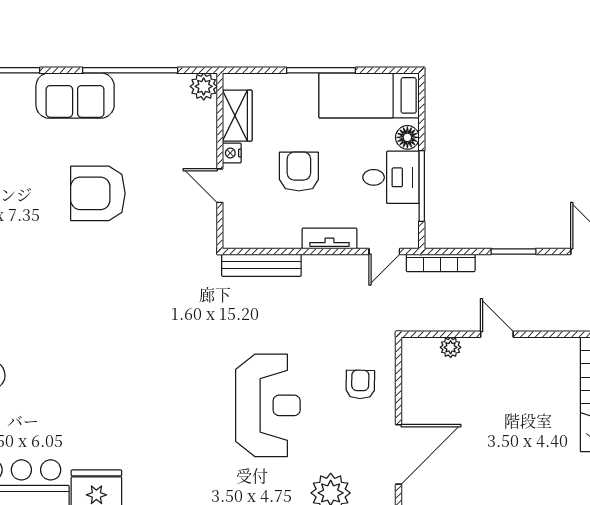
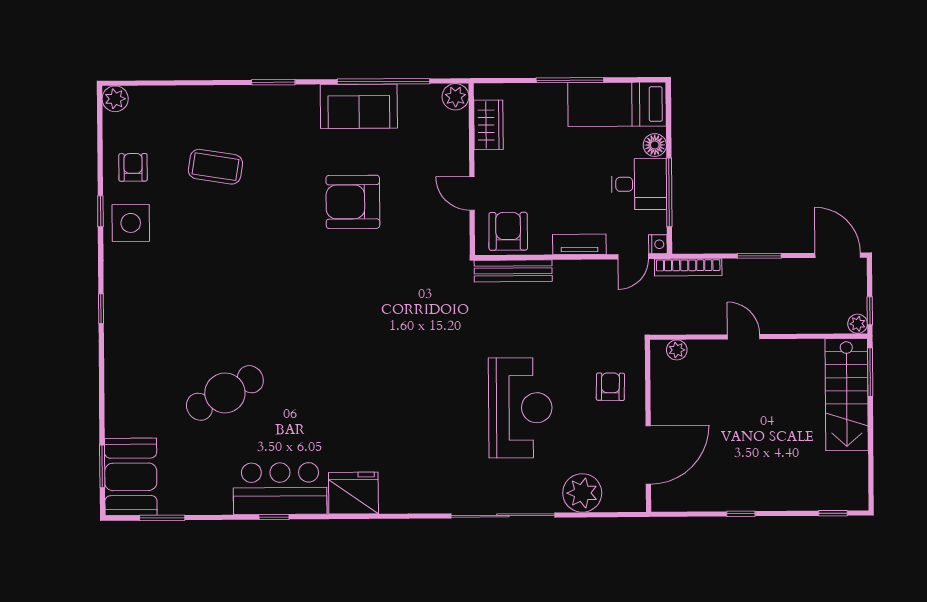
sofa: (75, 96) -> (359, 106), moved
nightstand: (232, 153) -> (658, 244), moved, turned 180
armchair: (299, 172) -> (508, 231), moved
plant: (451, 347) -> (677, 350), moved

